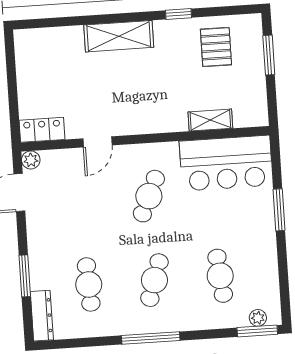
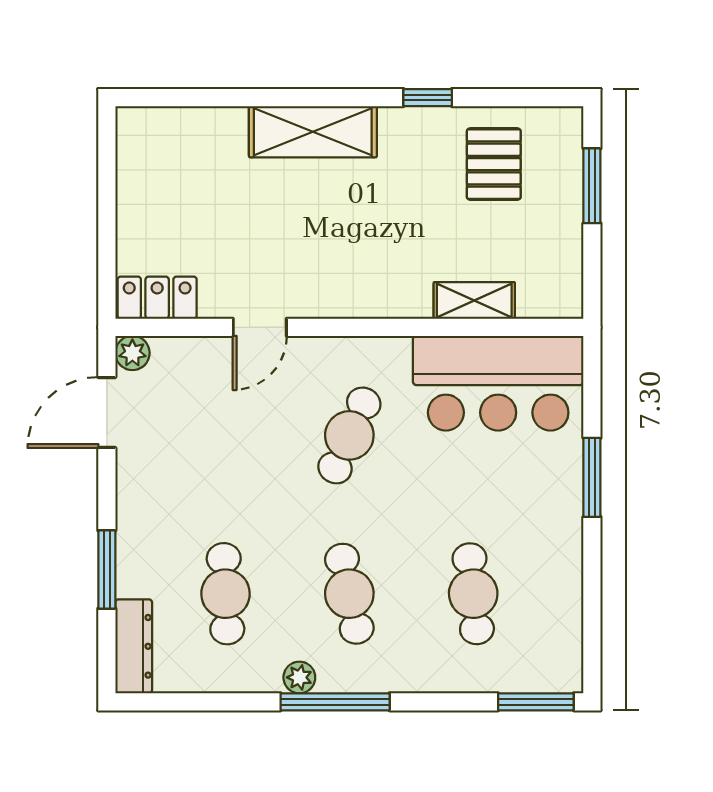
cafe table: (154, 280) -> (349, 594), turned -30
plant: (258, 318) -> (299, 677), moved

